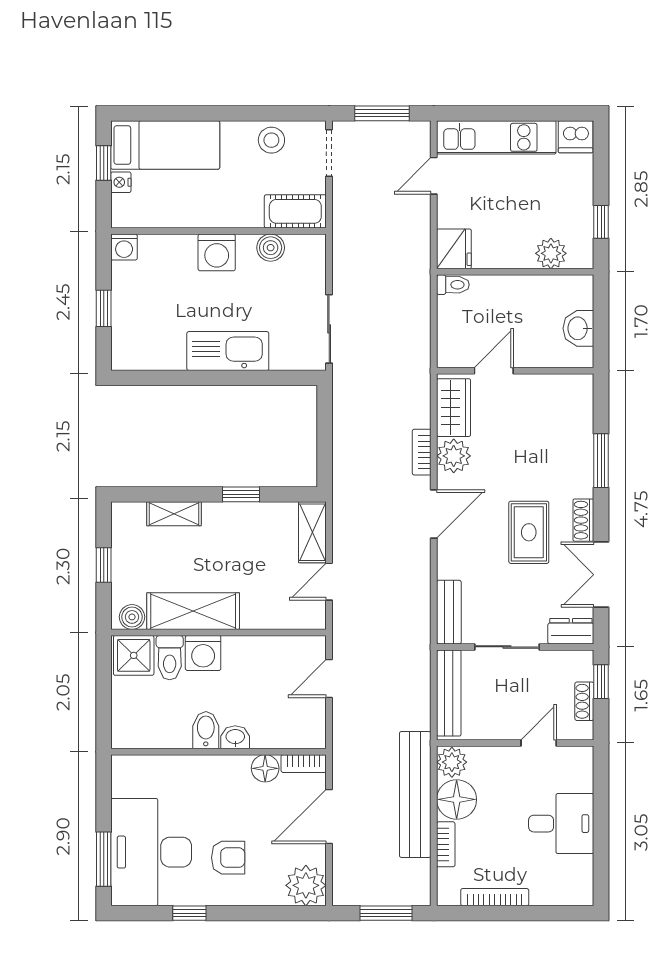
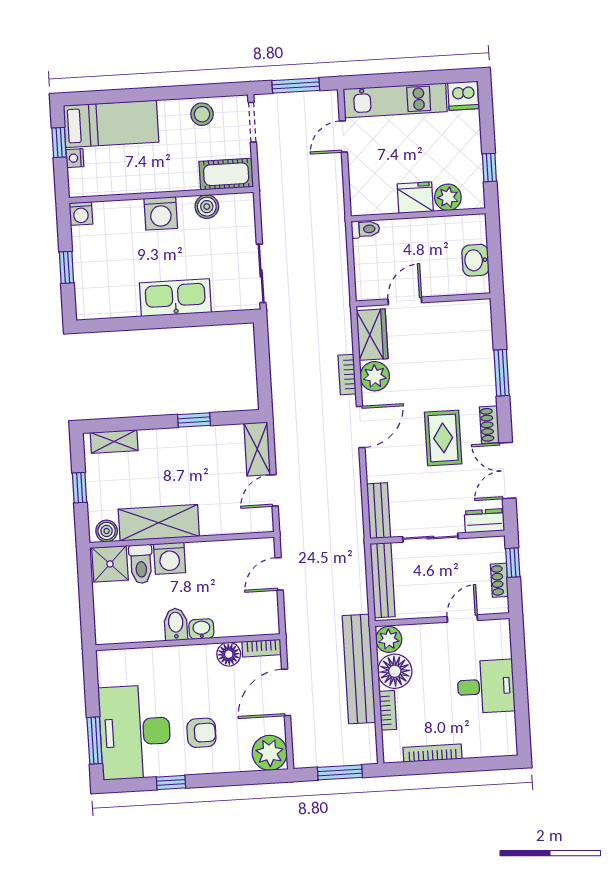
fridge: (454, 249) -> (415, 198), moved, turned -90
shelving: (174, 514) -> (114, 442), moved

